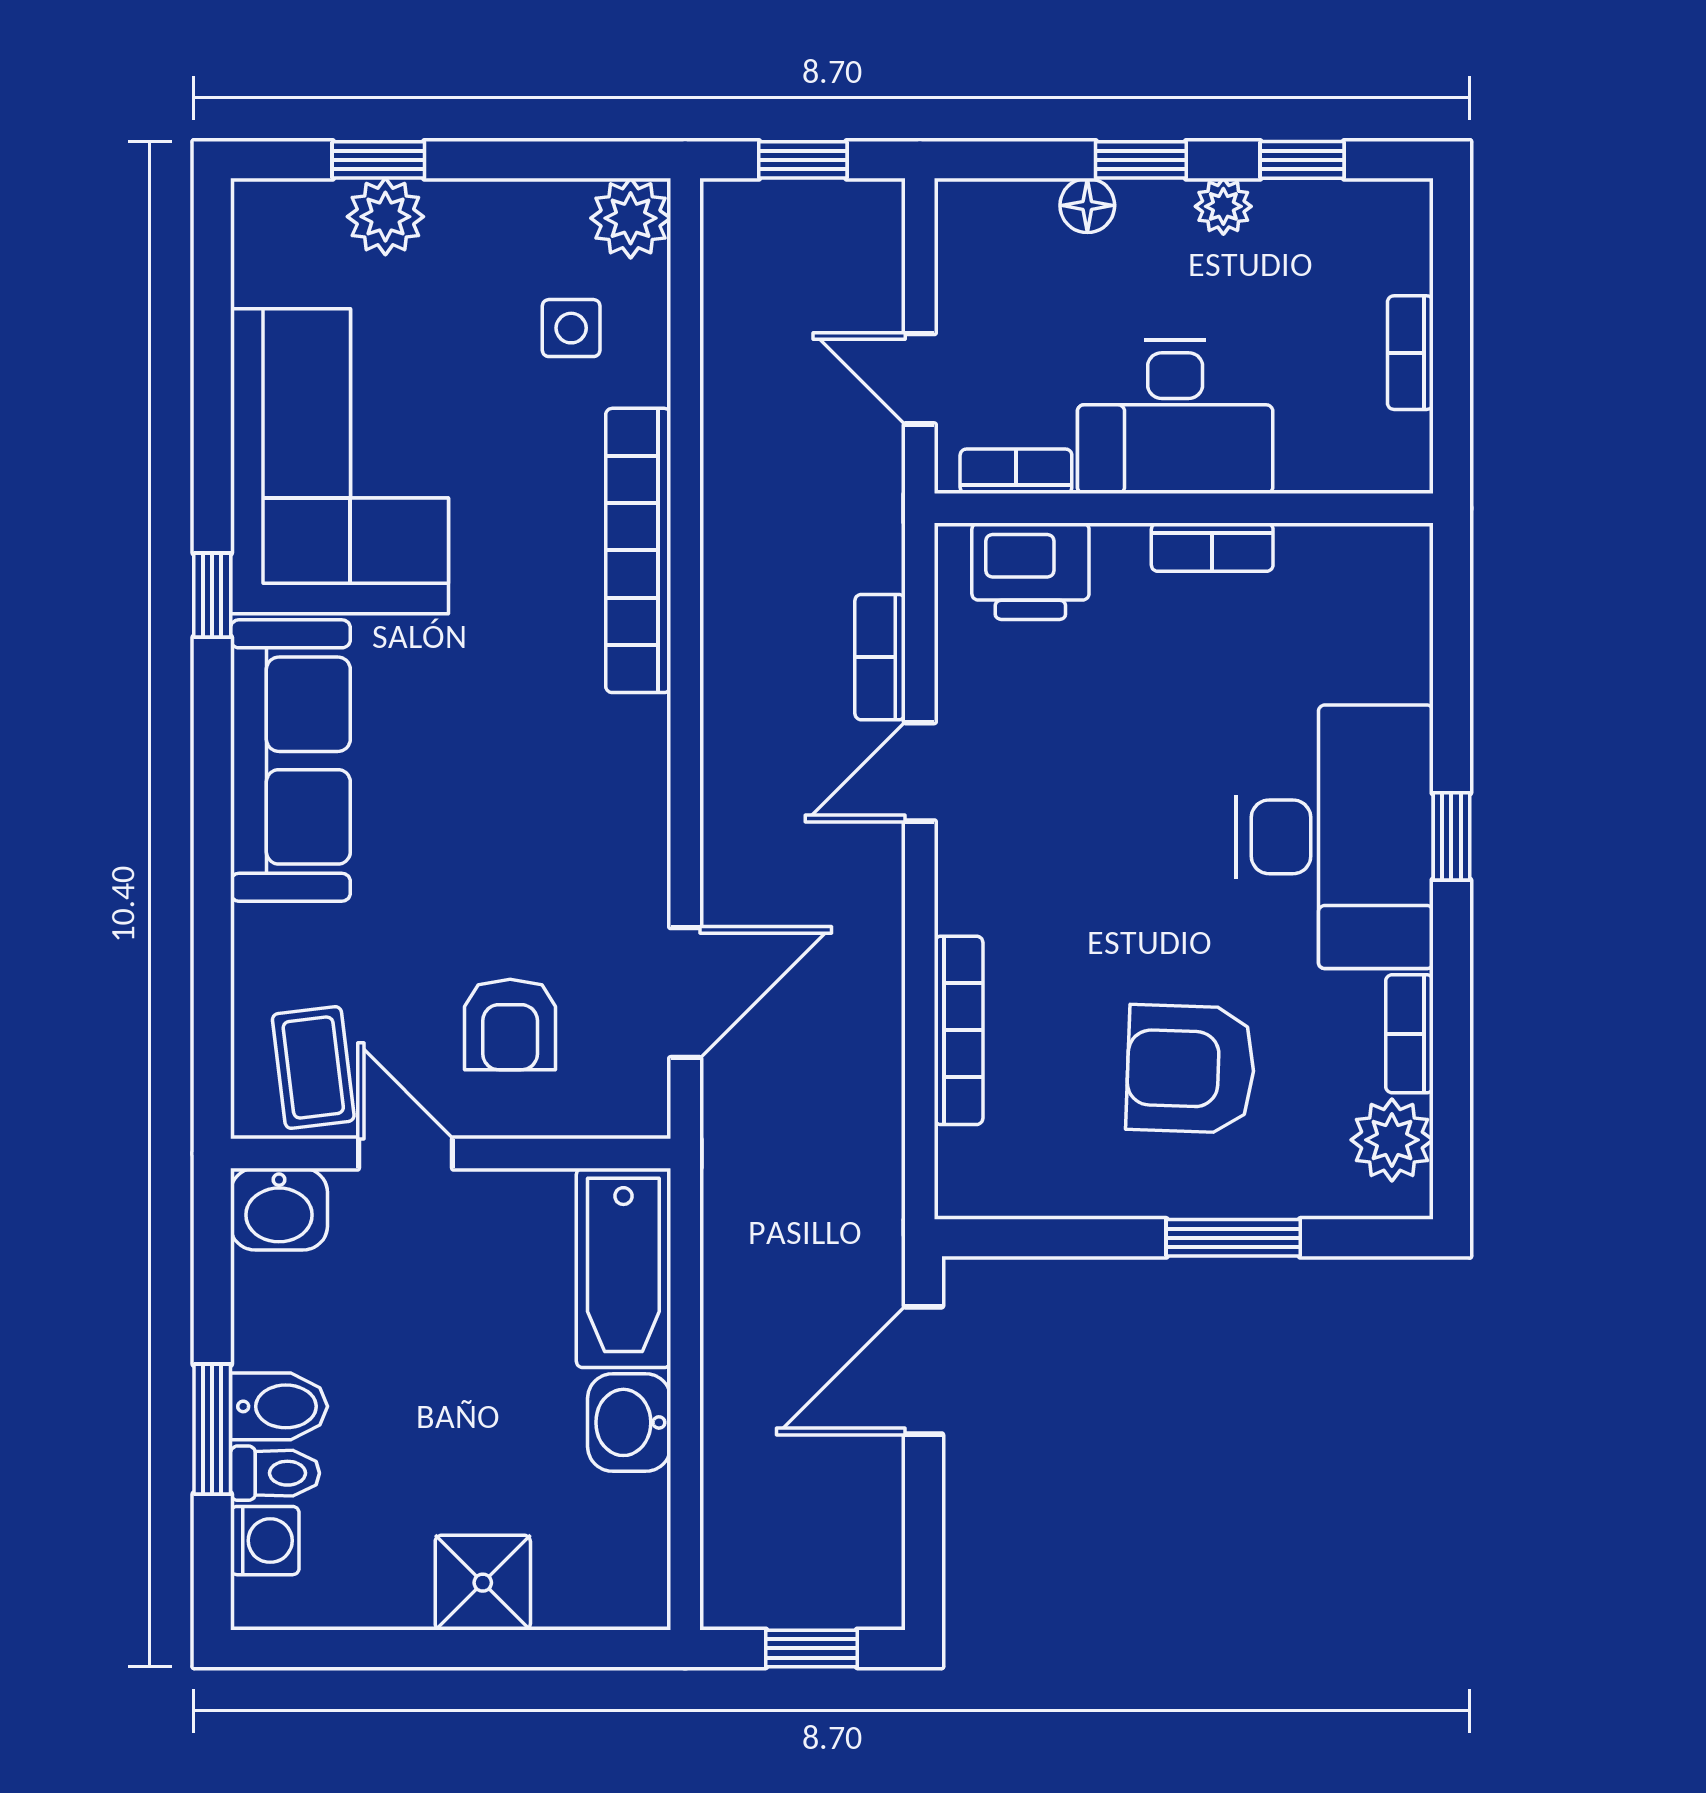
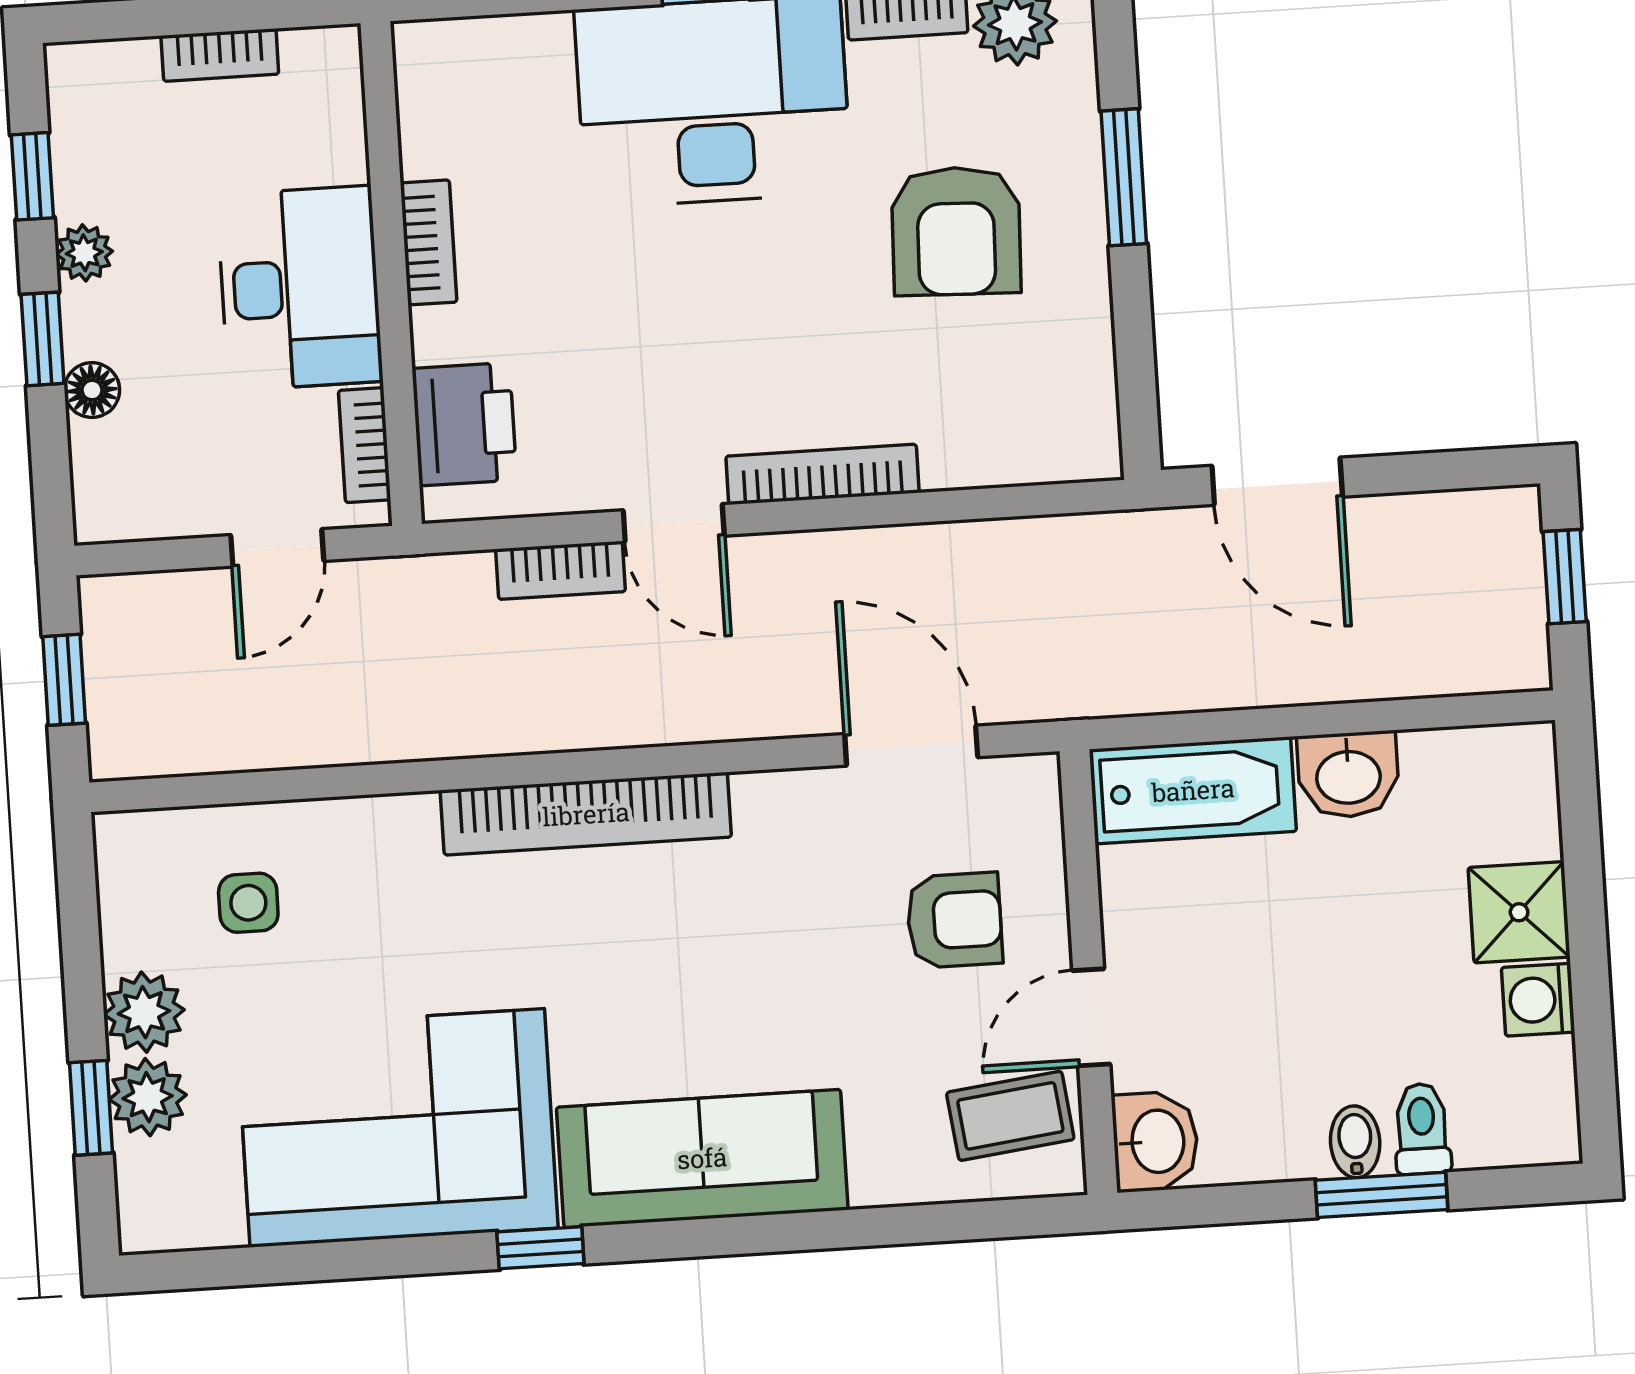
plant: (631, 218) -> (144, 1012), moved
bookcase: (638, 550) -> (586, 814), moved
bookcase: (959, 1030) -> (822, 474), moved
bidet: (279, 1406) -> (1355, 1142), width x0.72, depth x0.74
washing machine: (265, 1541) -> (1538, 1000), moved, turned -90

